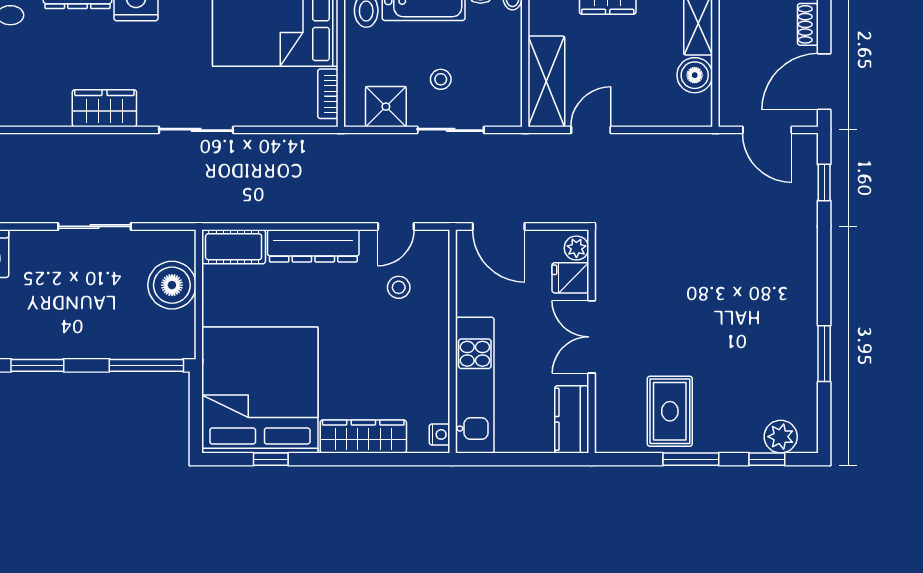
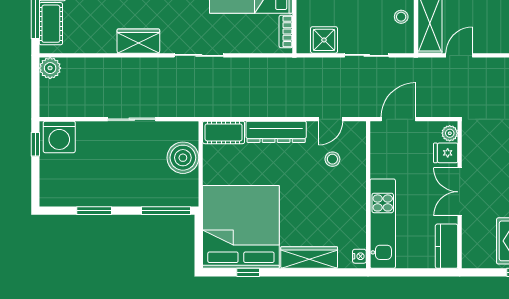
stool: (441, 79) -> (401, 17), moved
door: (499, 226) -> (398, 119), swing flipped

